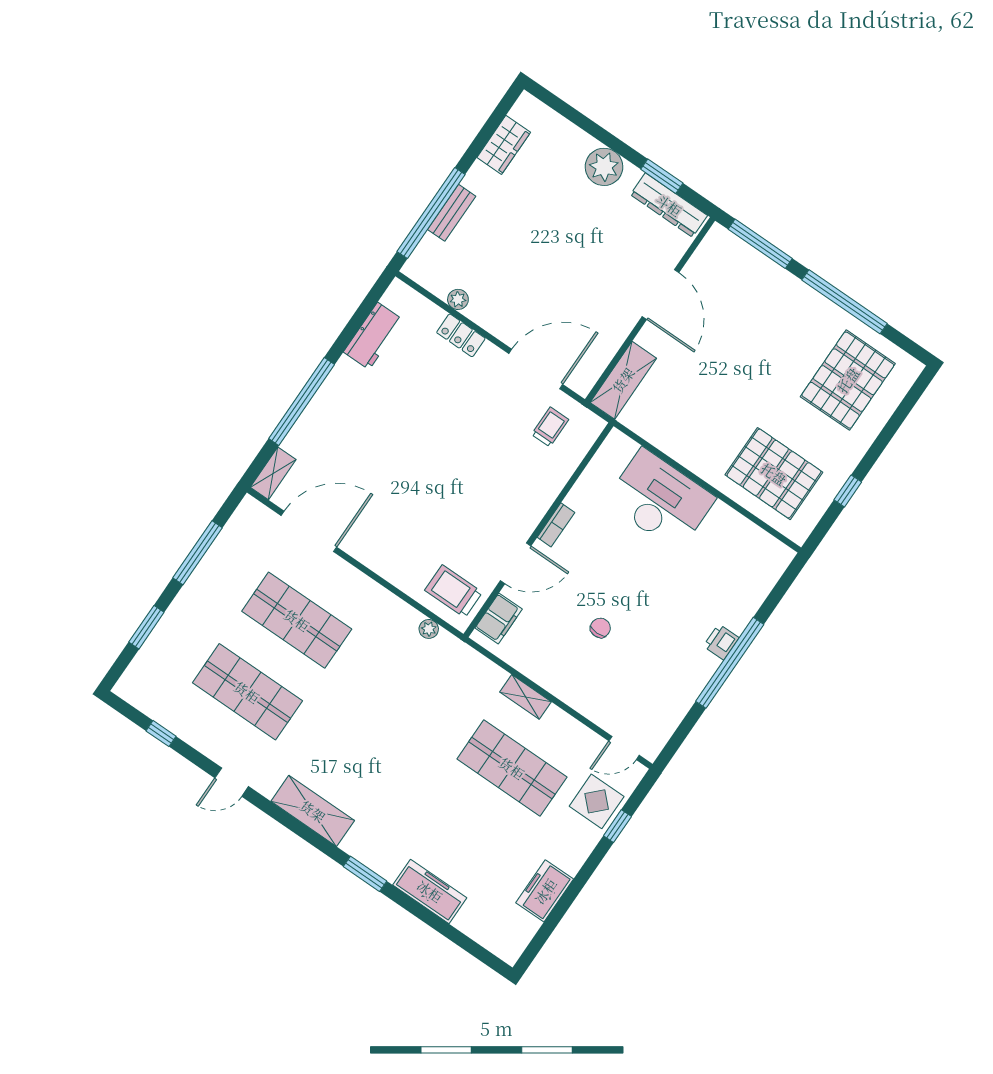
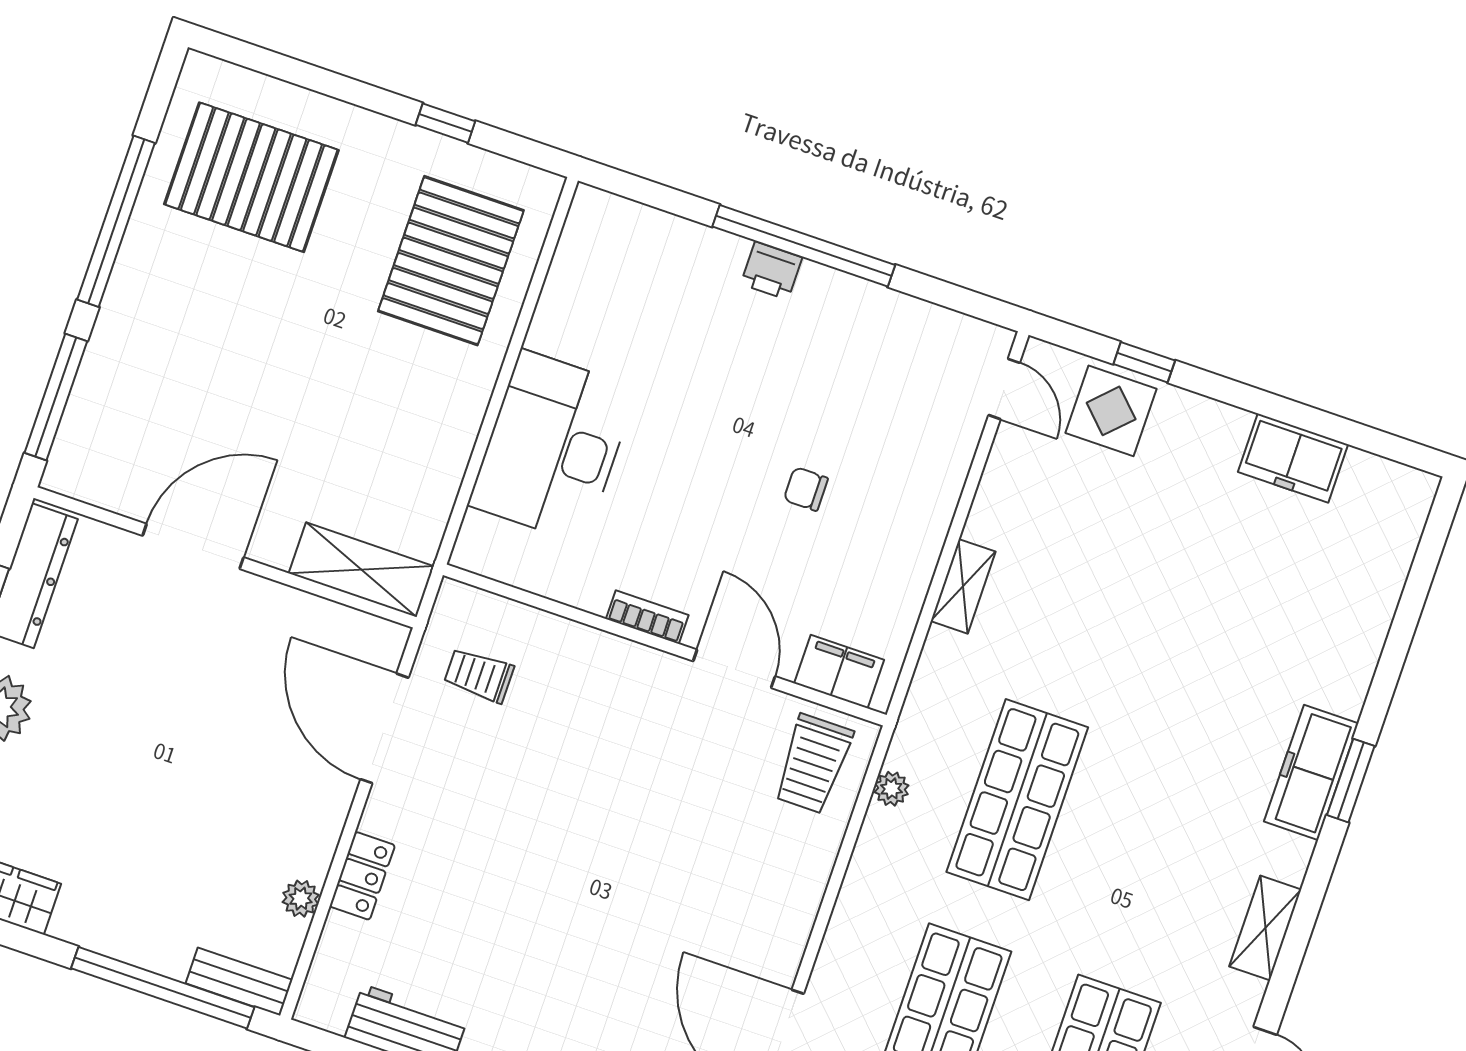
bench: (452, 213) -> (239, 982), moved
shop shelf: (512, 768) -> (1017, 800), moved
shelving: (313, 811) -> (1265, 928), width x0.67, depth x0.75
freezer: (430, 891) -> (1311, 772), moved

